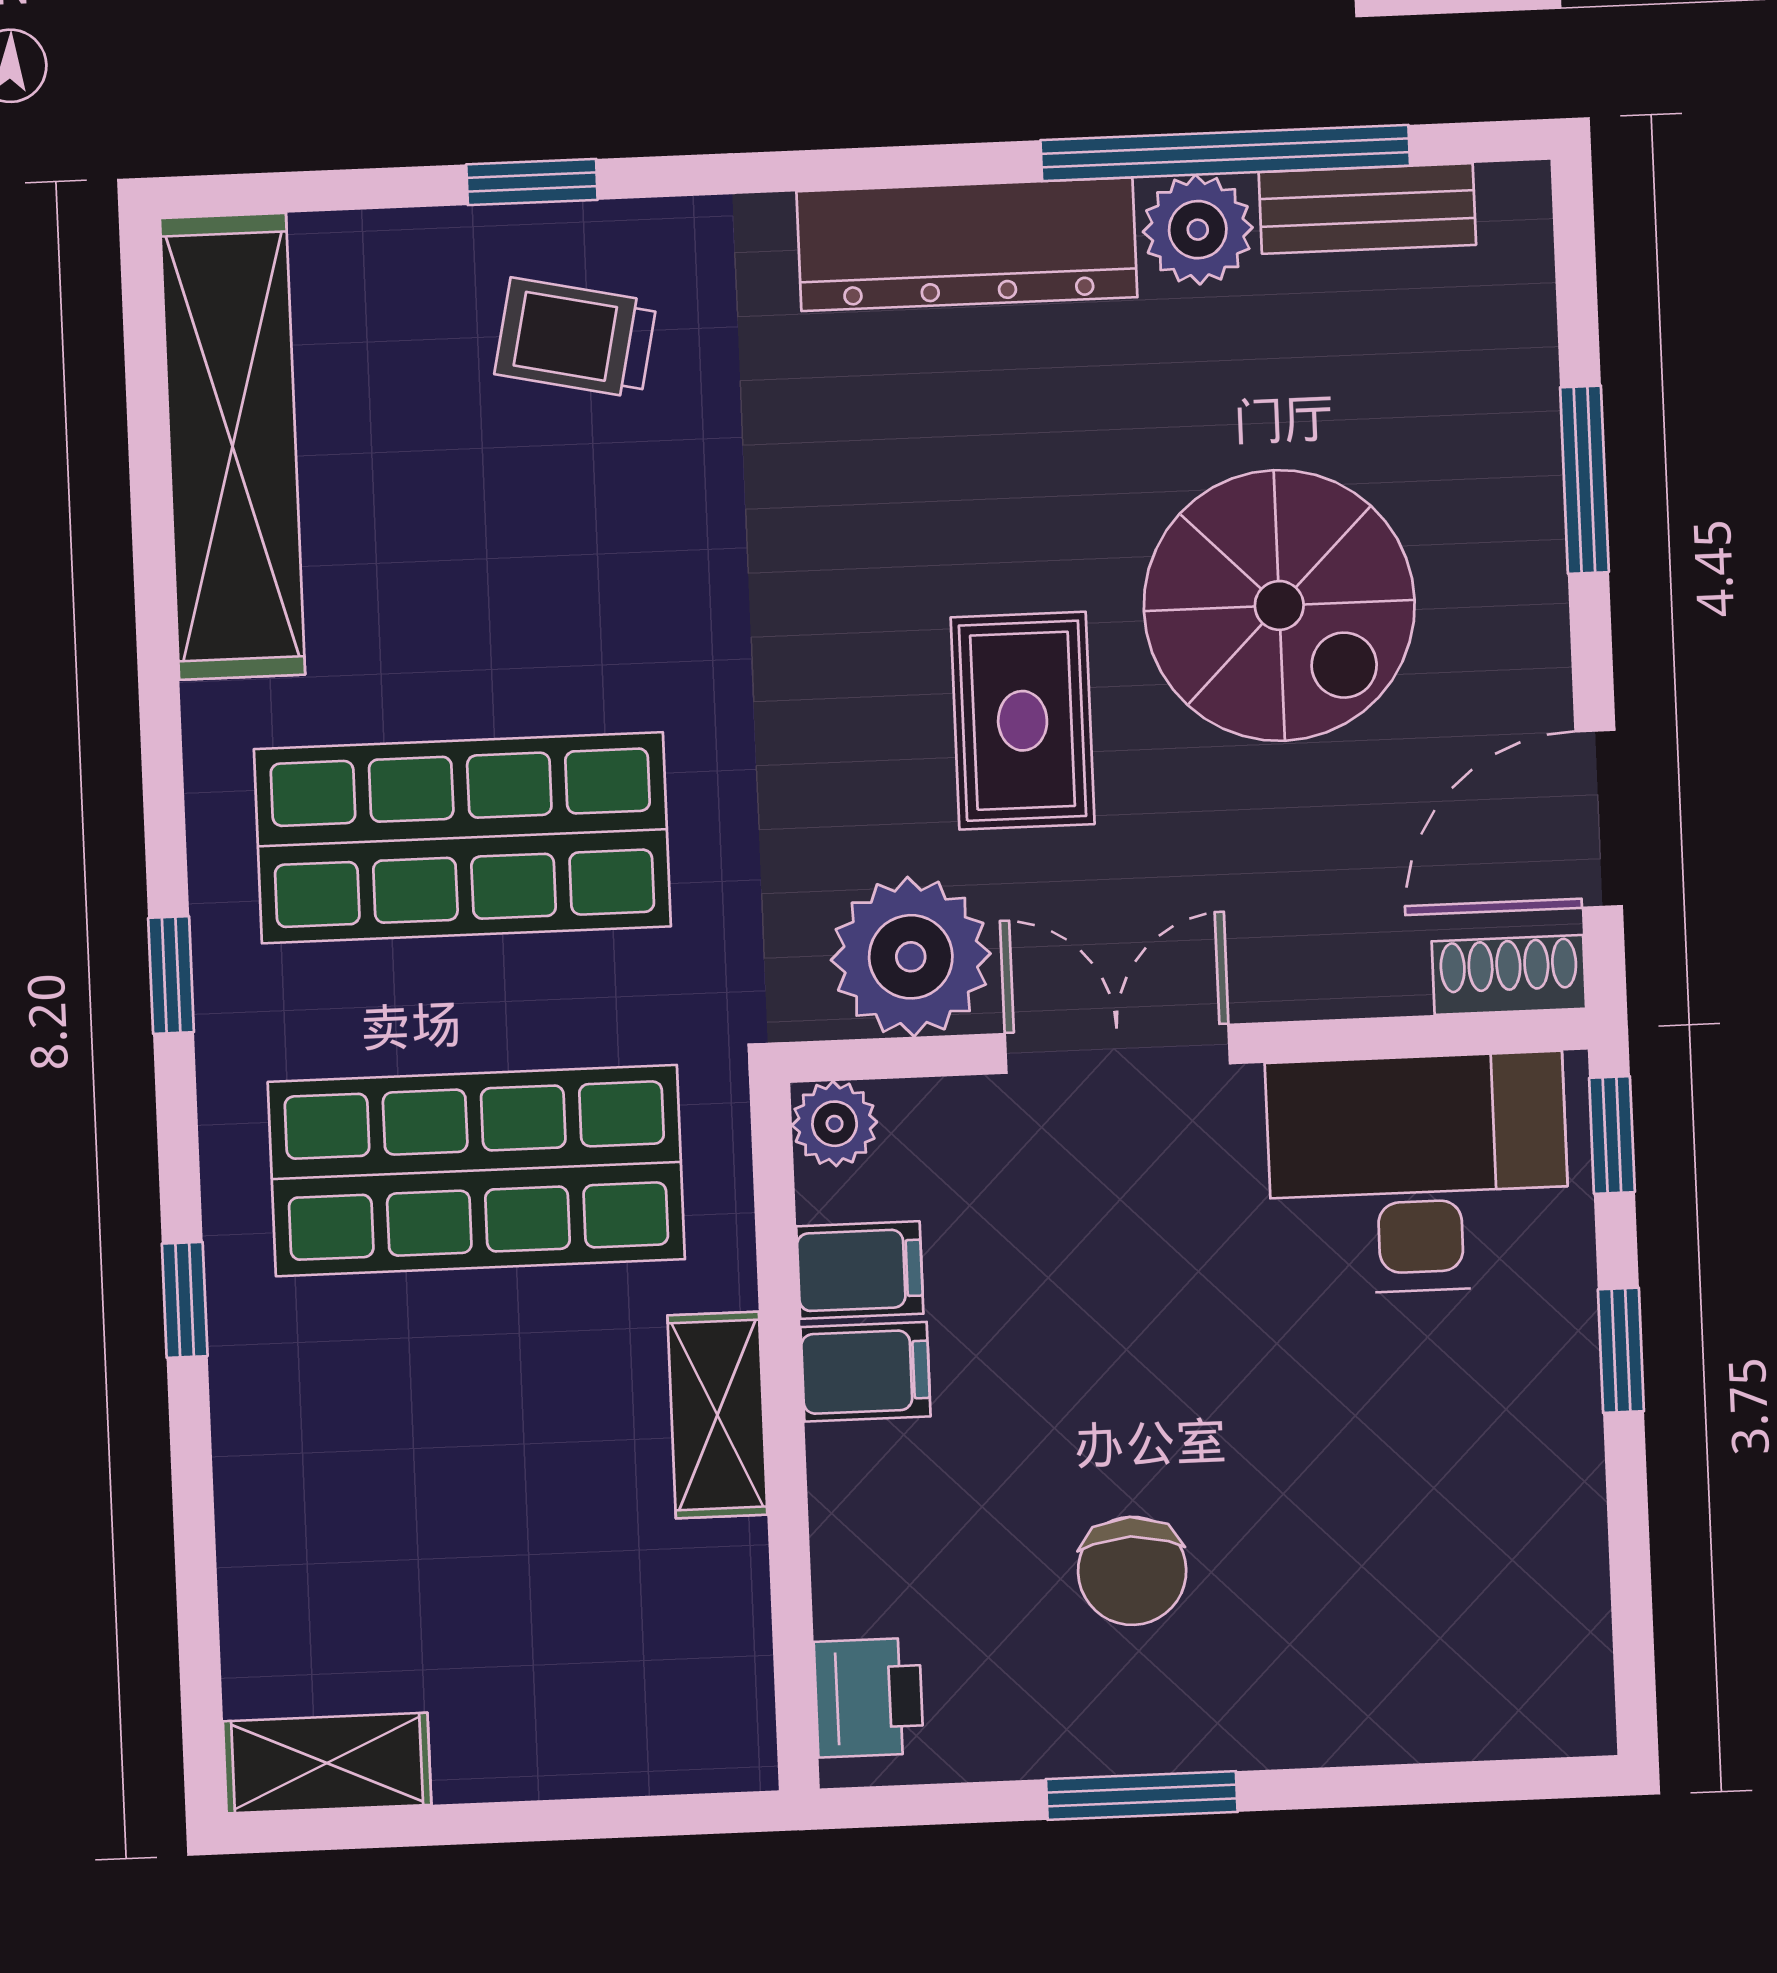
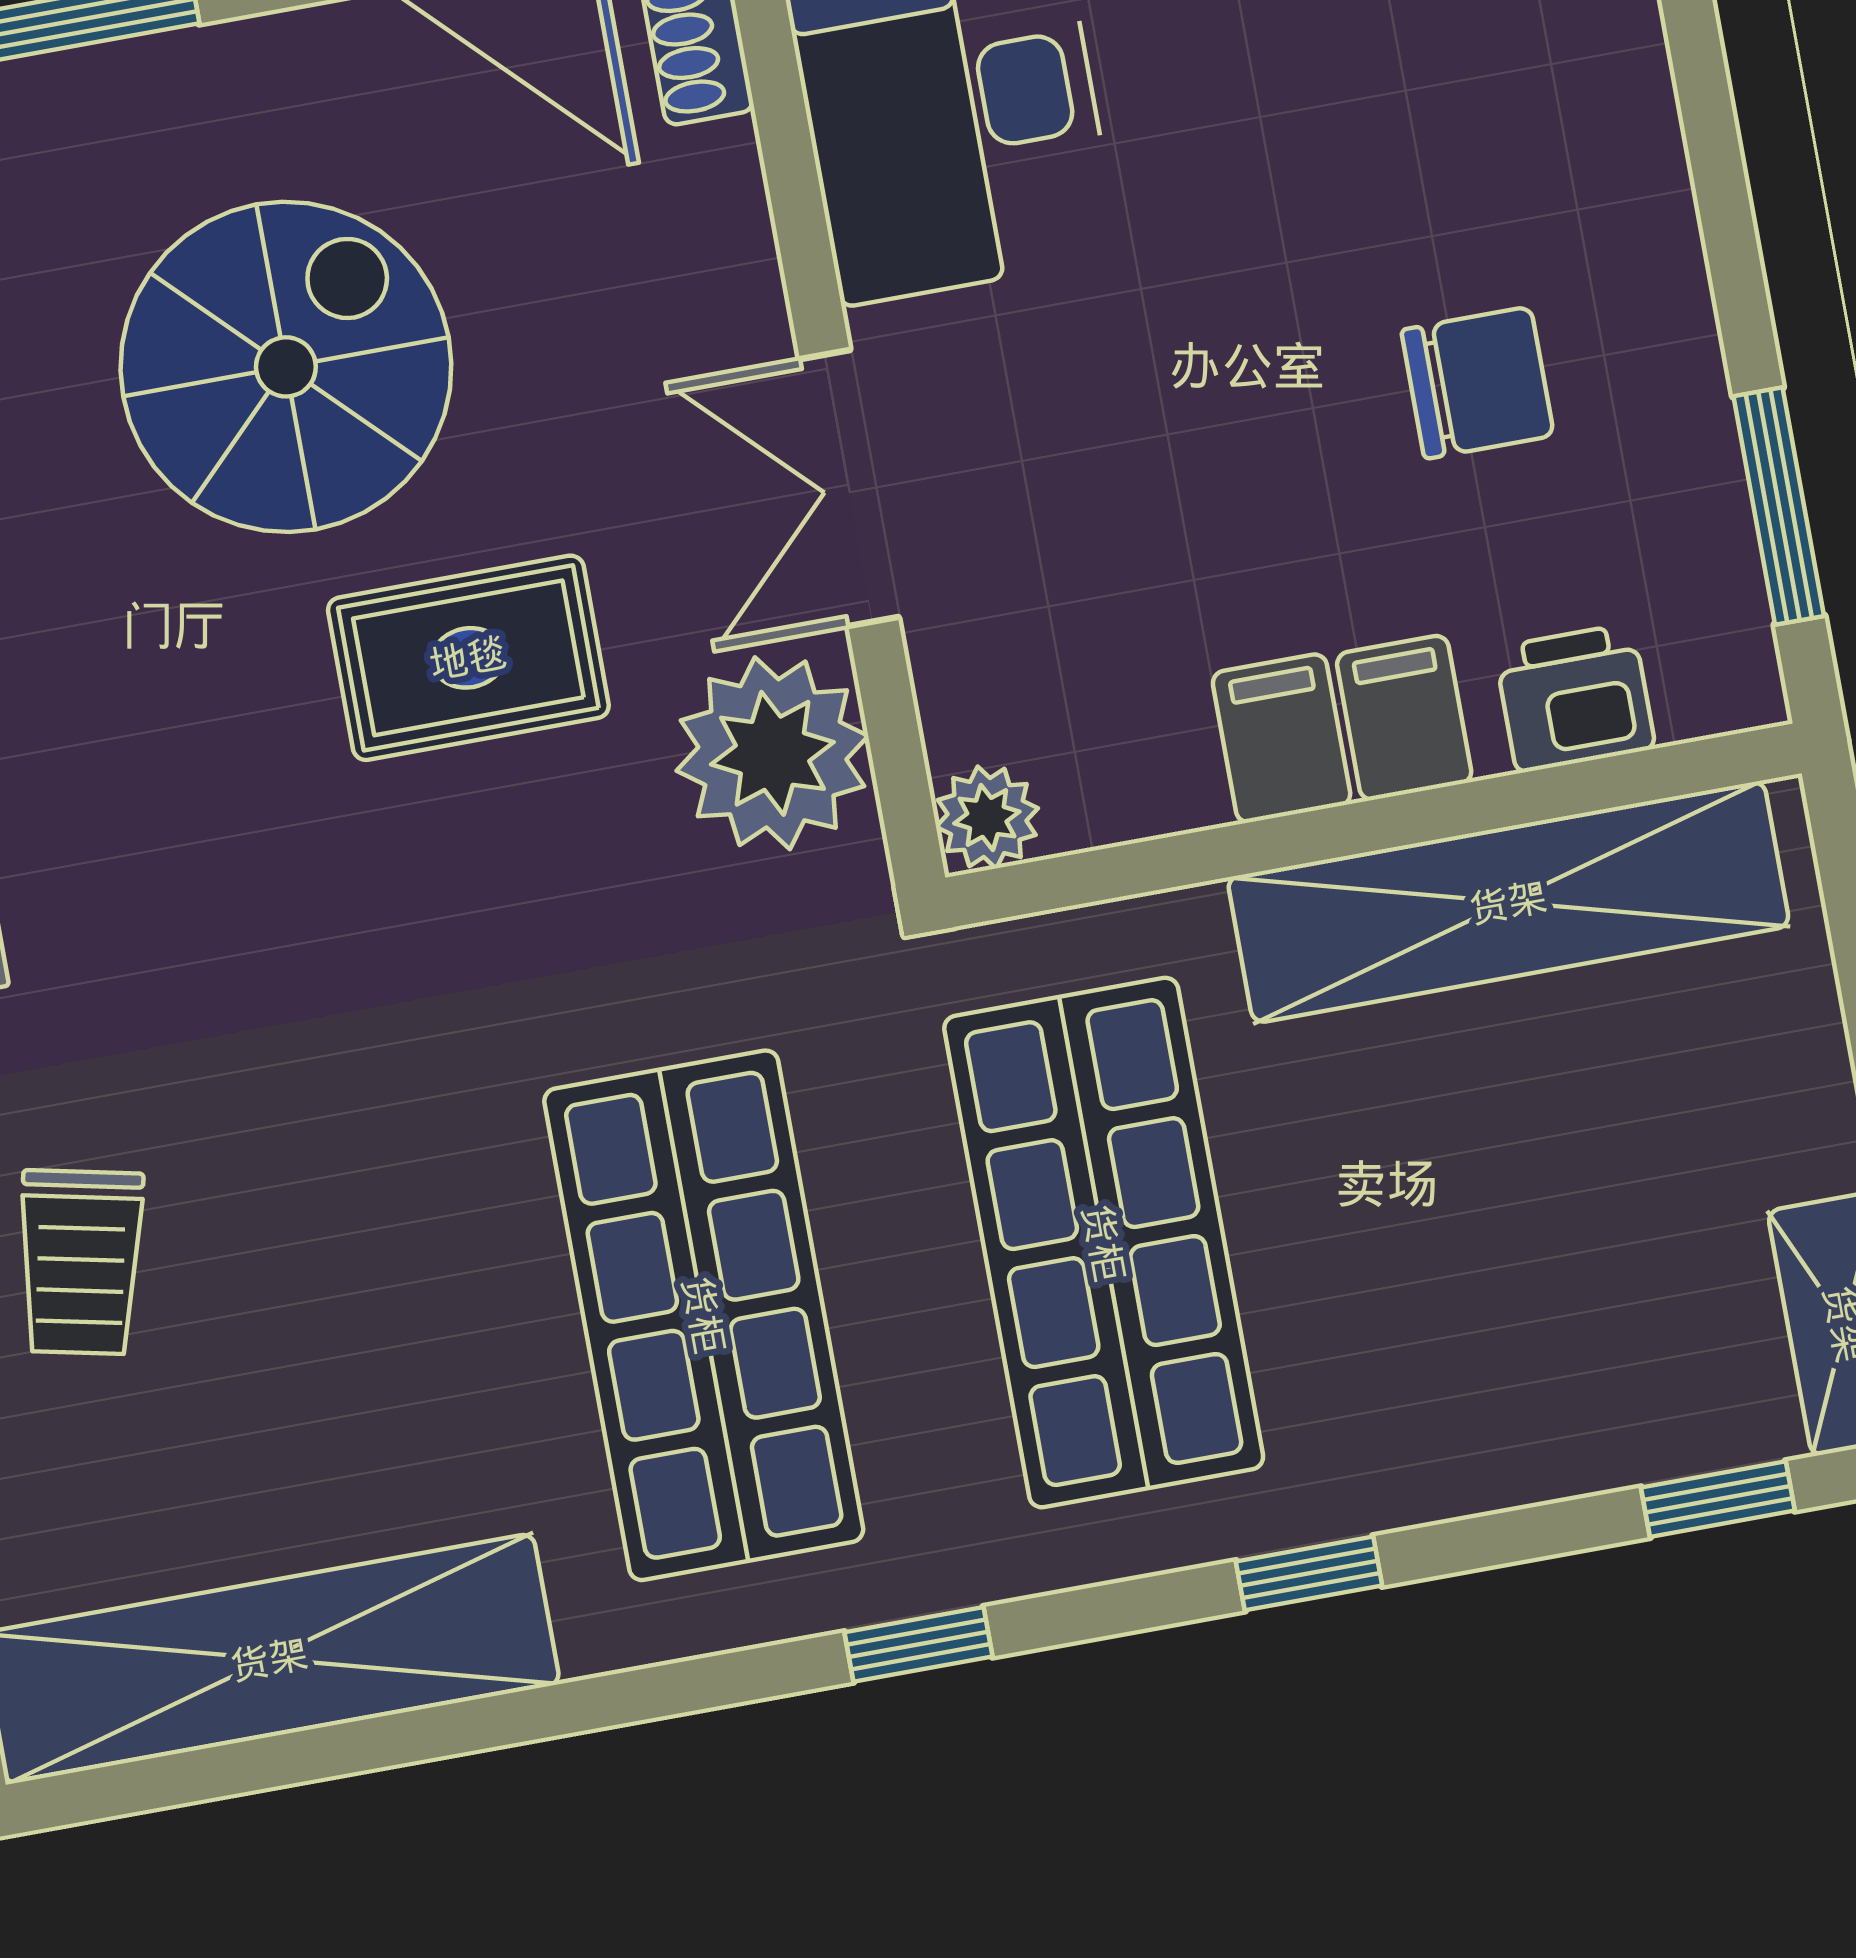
filing cabinet: (860, 1270) -> (1404, 718), moved
shelving: (717, 1415) -> (1508, 902), width x2.20, depth x1.33
window: (199, 1640) -> (1718, 1499), added
printer: (869, 1698) -> (1575, 698), moved
window: (1142, 1795) -> (1779, 506), moved

